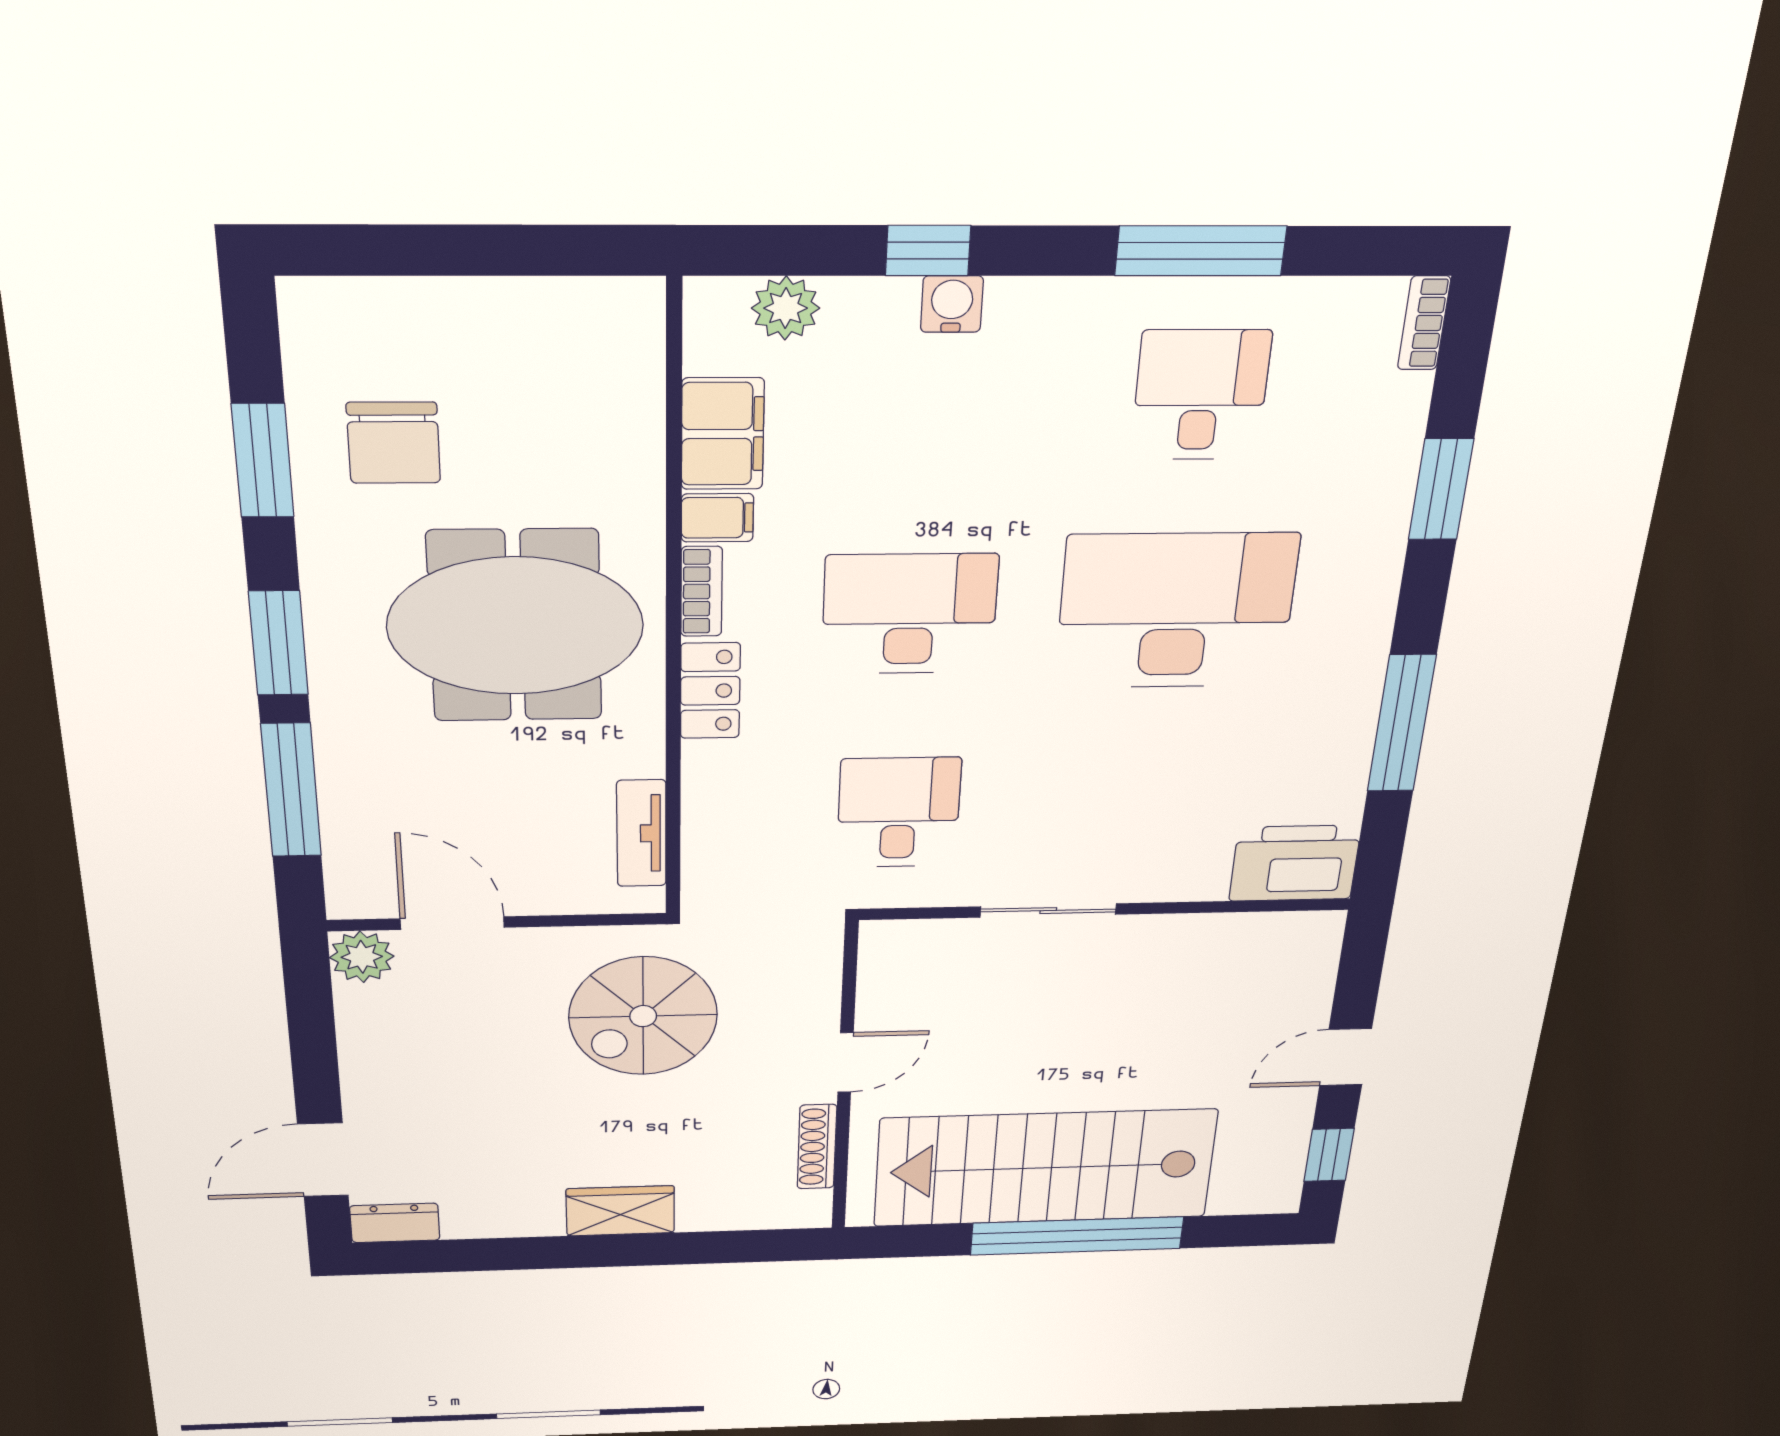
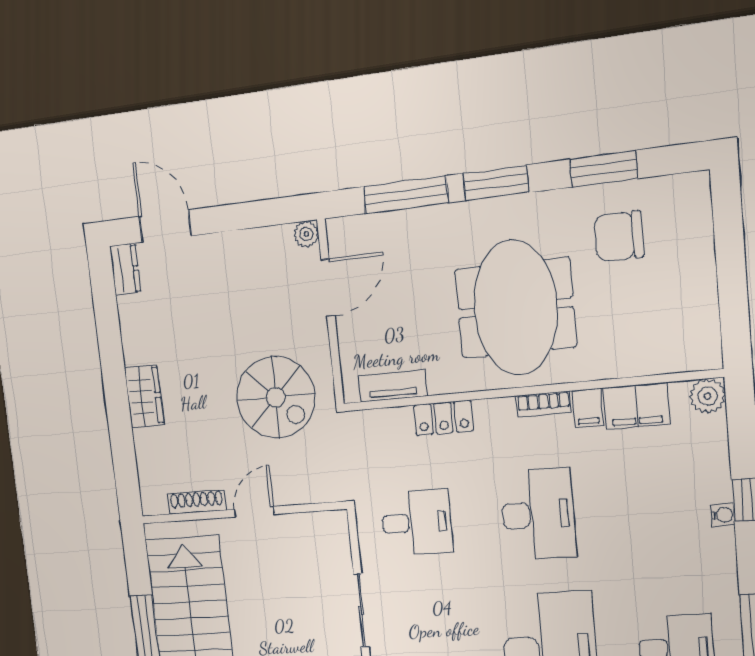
water cooler: (952, 304) -> (723, 515), width x0.72, depth x0.72
plant: (786, 308) -> (708, 396), moved
locker: (710, 691) -> (443, 418), moved
plant: (362, 957) -> (306, 234), width x0.73, depth x0.73
spiral stairs: (643, 1016) -> (276, 397), turned 180
door: (846, 1062) -> (254, 512), swing flipped

